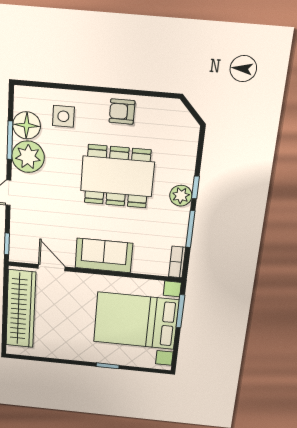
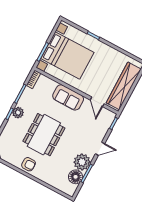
side table: (63, 116) -> (56, 174), removed
dining table: (117, 176) -> (44, 135), turned 90

